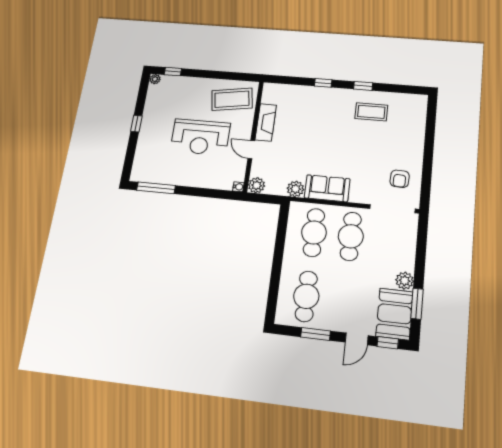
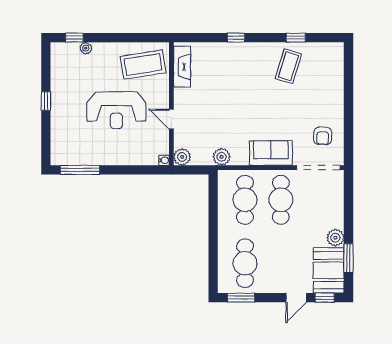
plant: (155, 79) -> (86, 48), moved
window: (363, 86) -> (296, 38), moved
coffee table: (371, 112) -> (288, 66), turned -73
fireplace: (266, 122) -> (182, 67), moved
sofa: (327, 188) -> (271, 153), moved
window: (316, 334) -> (241, 298), moved

